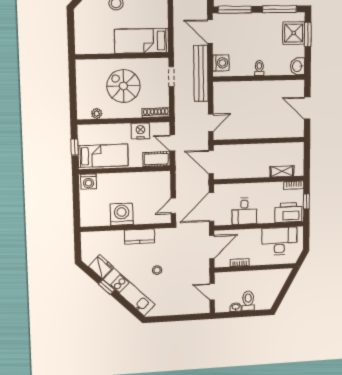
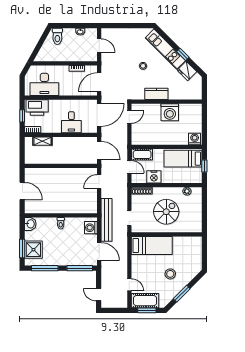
spiral stairs: (123, 86) -> (166, 212), turned -90
desk: (244, 211) -> (71, 122), moved, turned 180
toilet: (248, 301) -> (57, 36), moved

